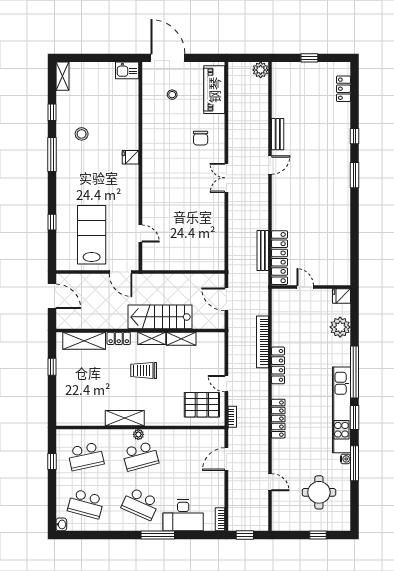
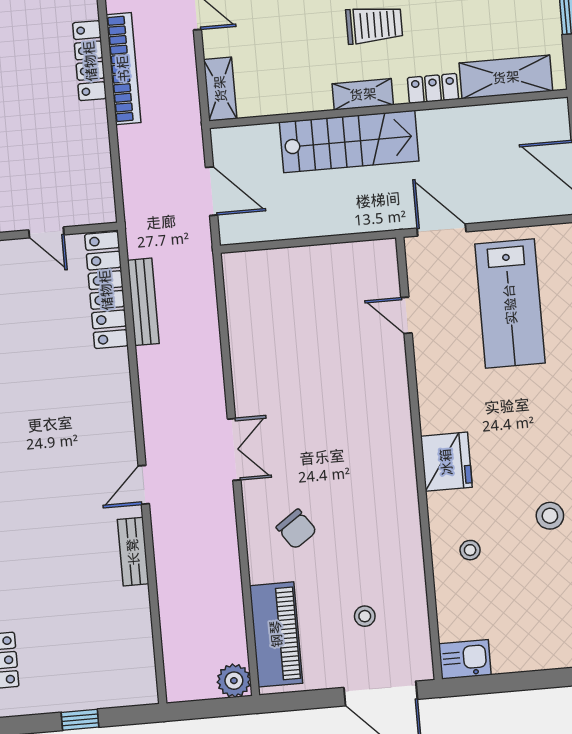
plant: (261, 70) -> (234, 681), moved
stool: (120, 121) -> (470, 550), added
chair: (201, 138) -> (296, 529), turned 145
fridge: (131, 157) -> (446, 462), width x1.88, depth x1.34
shelving: (181, 339) -> (220, 89), moved, turned 90
bookcase: (263, 342) -> (123, 69), moved

